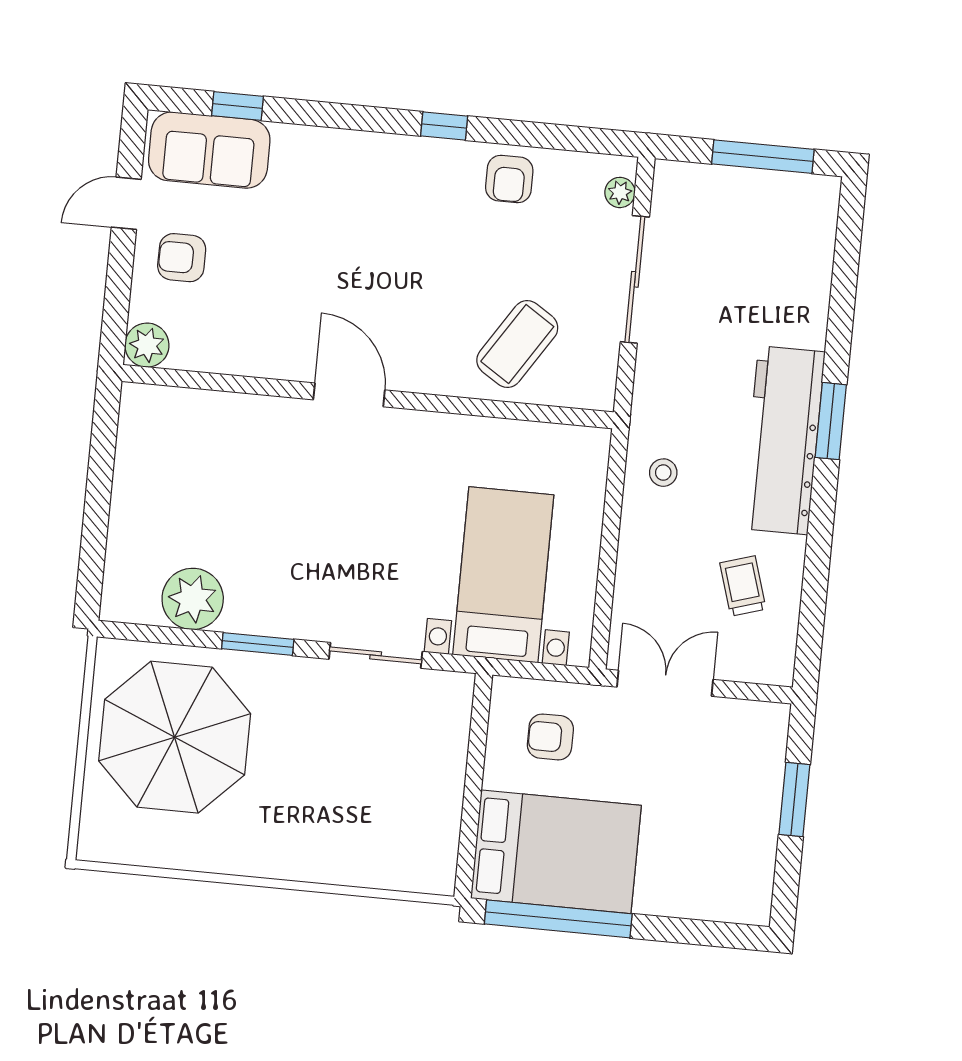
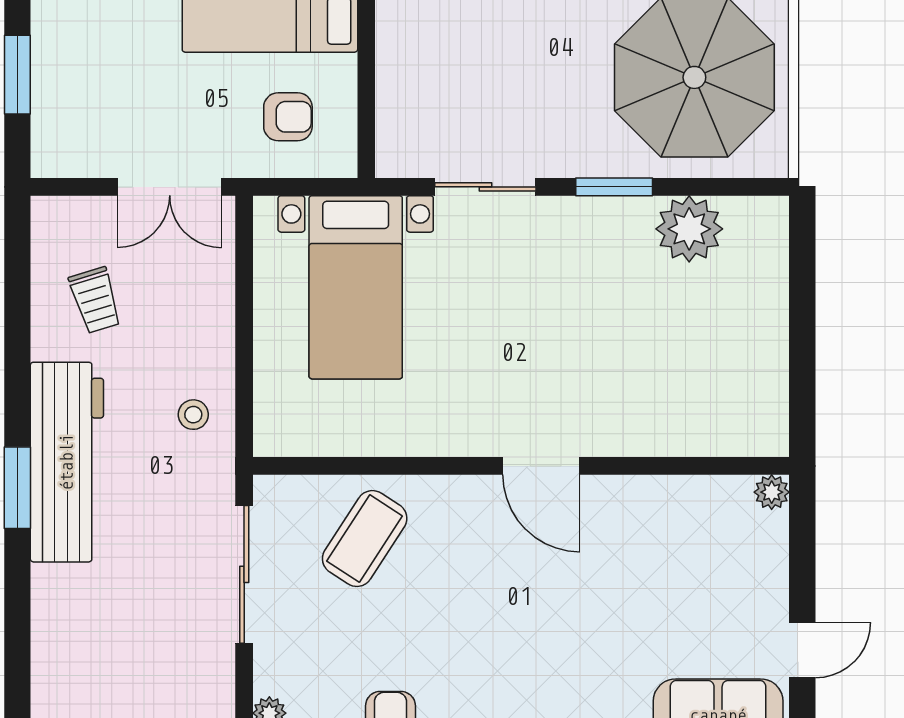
armchair: (182, 258) -> (737, 597), removed
sliding door: (635, 279) -> (244, 574), moved
plant: (147, 345) -> (772, 492), width x0.73, depth x0.73

